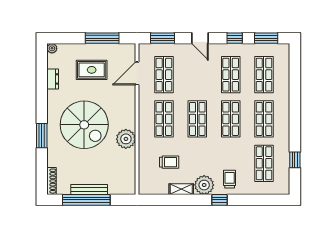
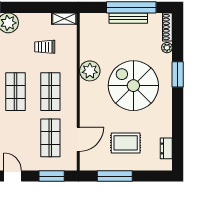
plant: (52, 48) -> (167, 48), moved
dresser: (53, 79) -> (166, 148), moved
shelving: (181, 189) -> (64, 19), moved

